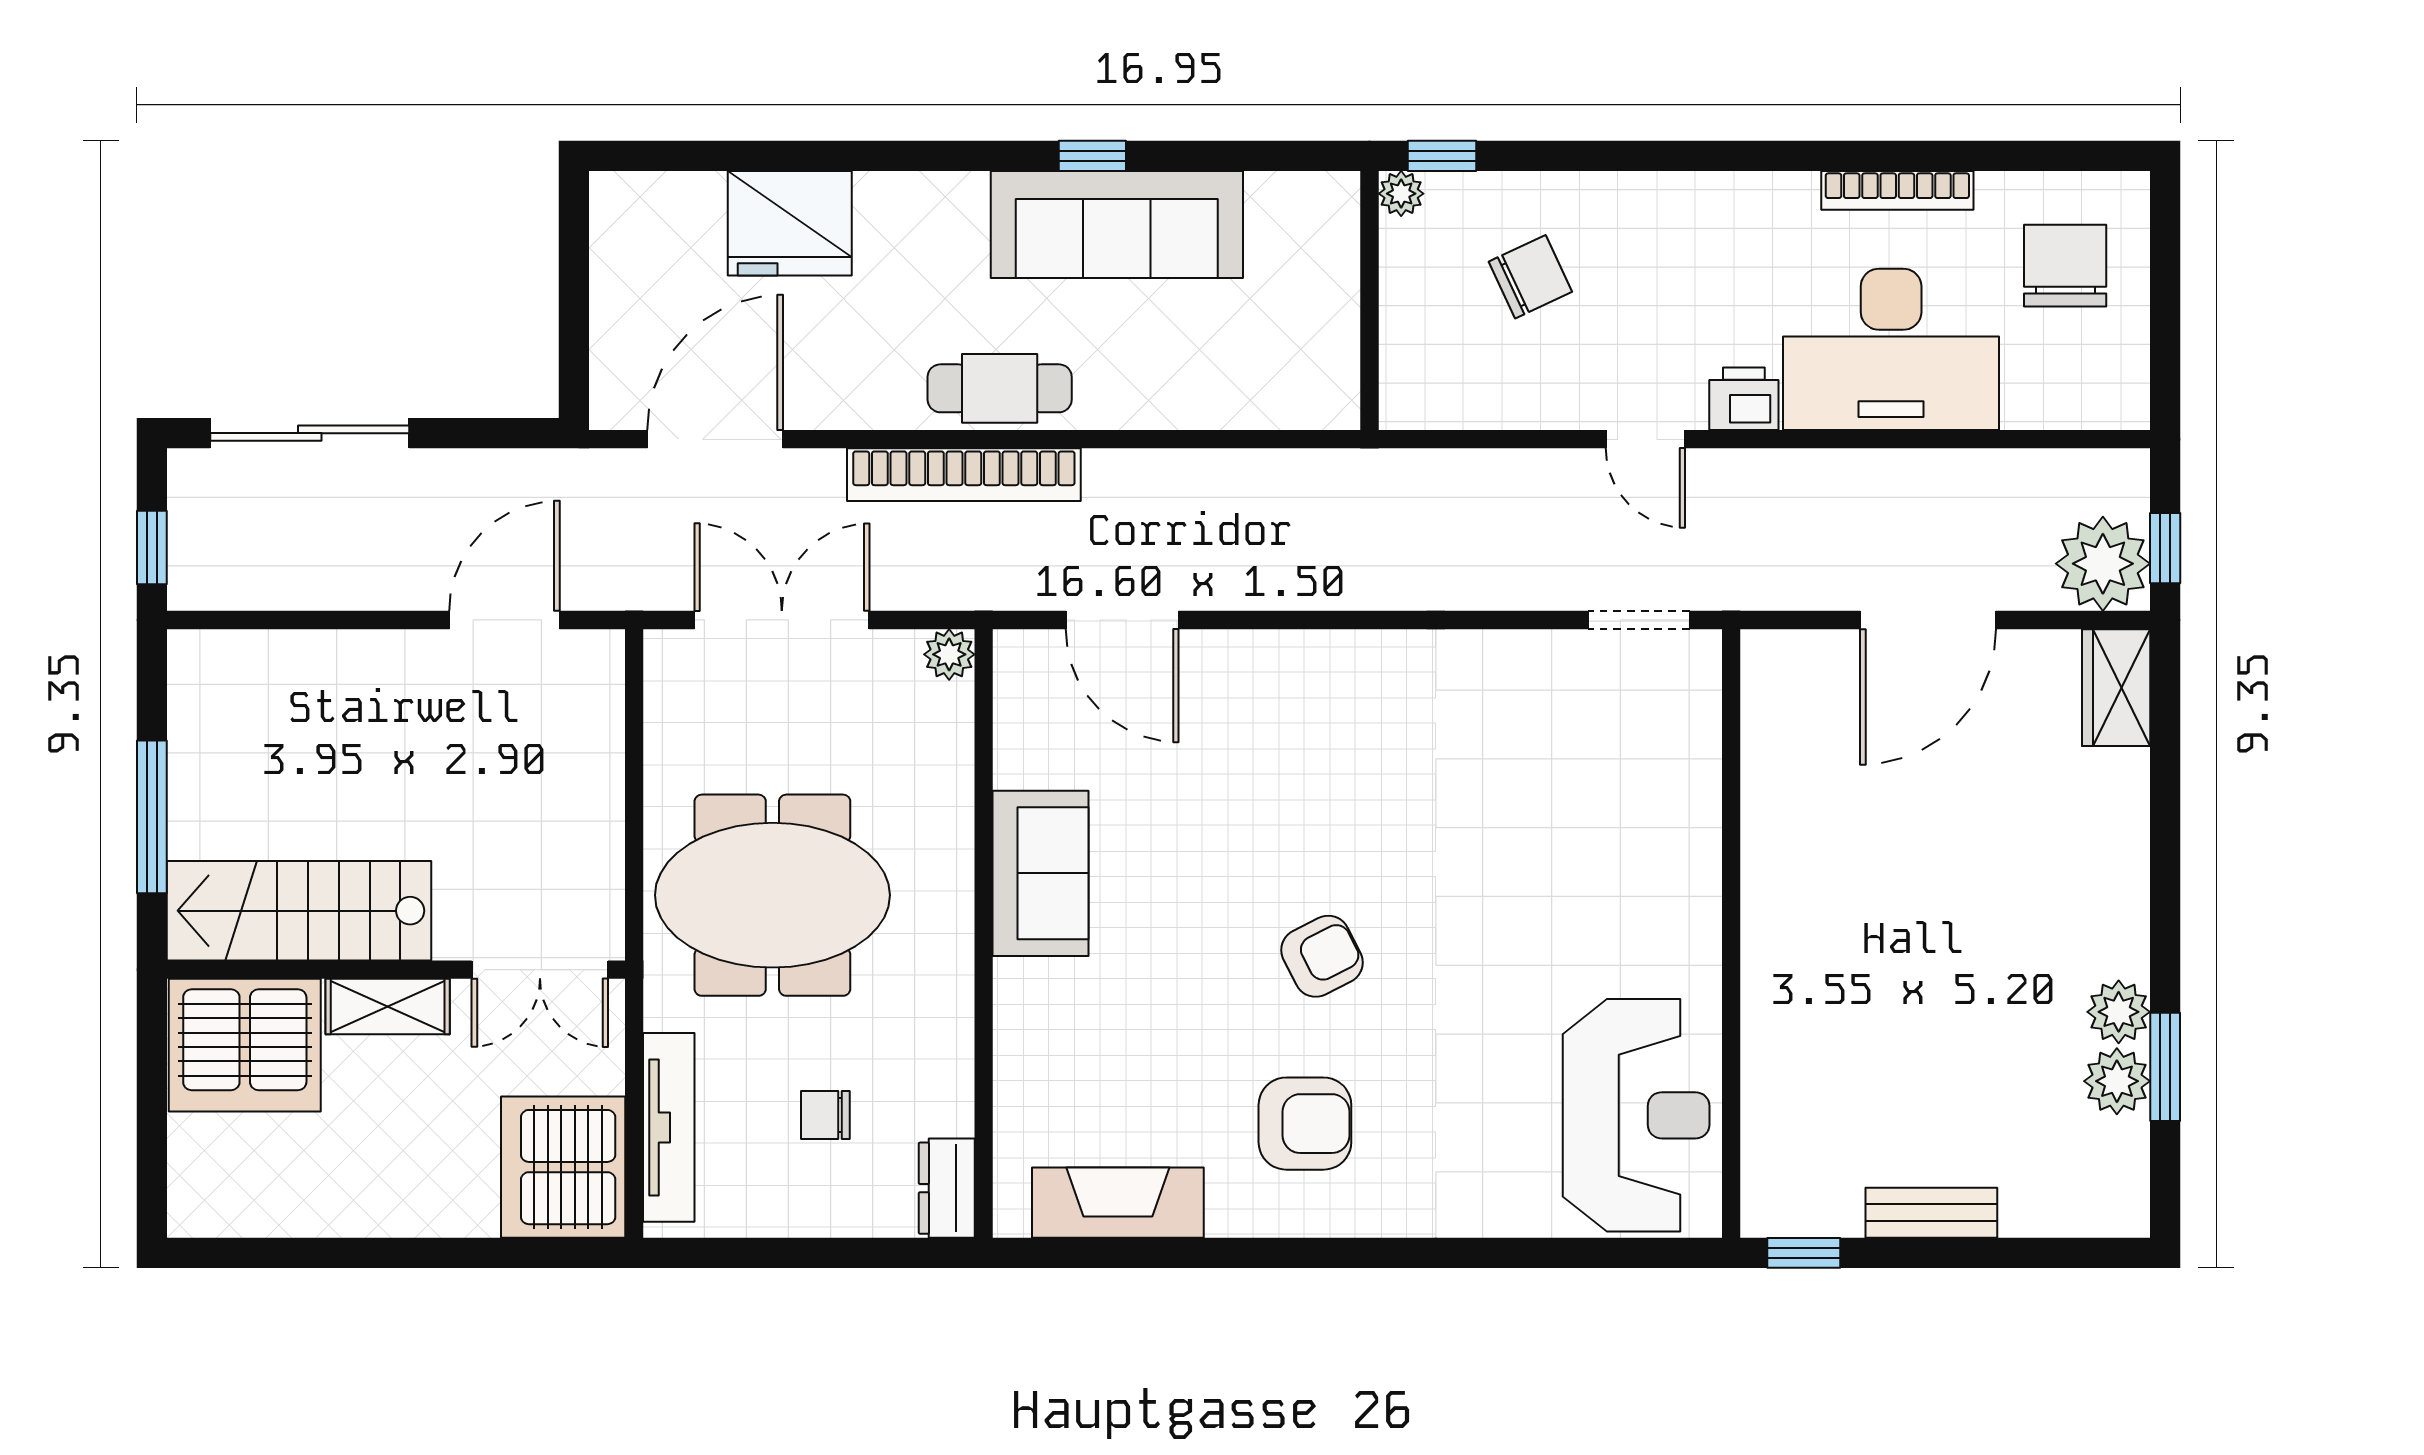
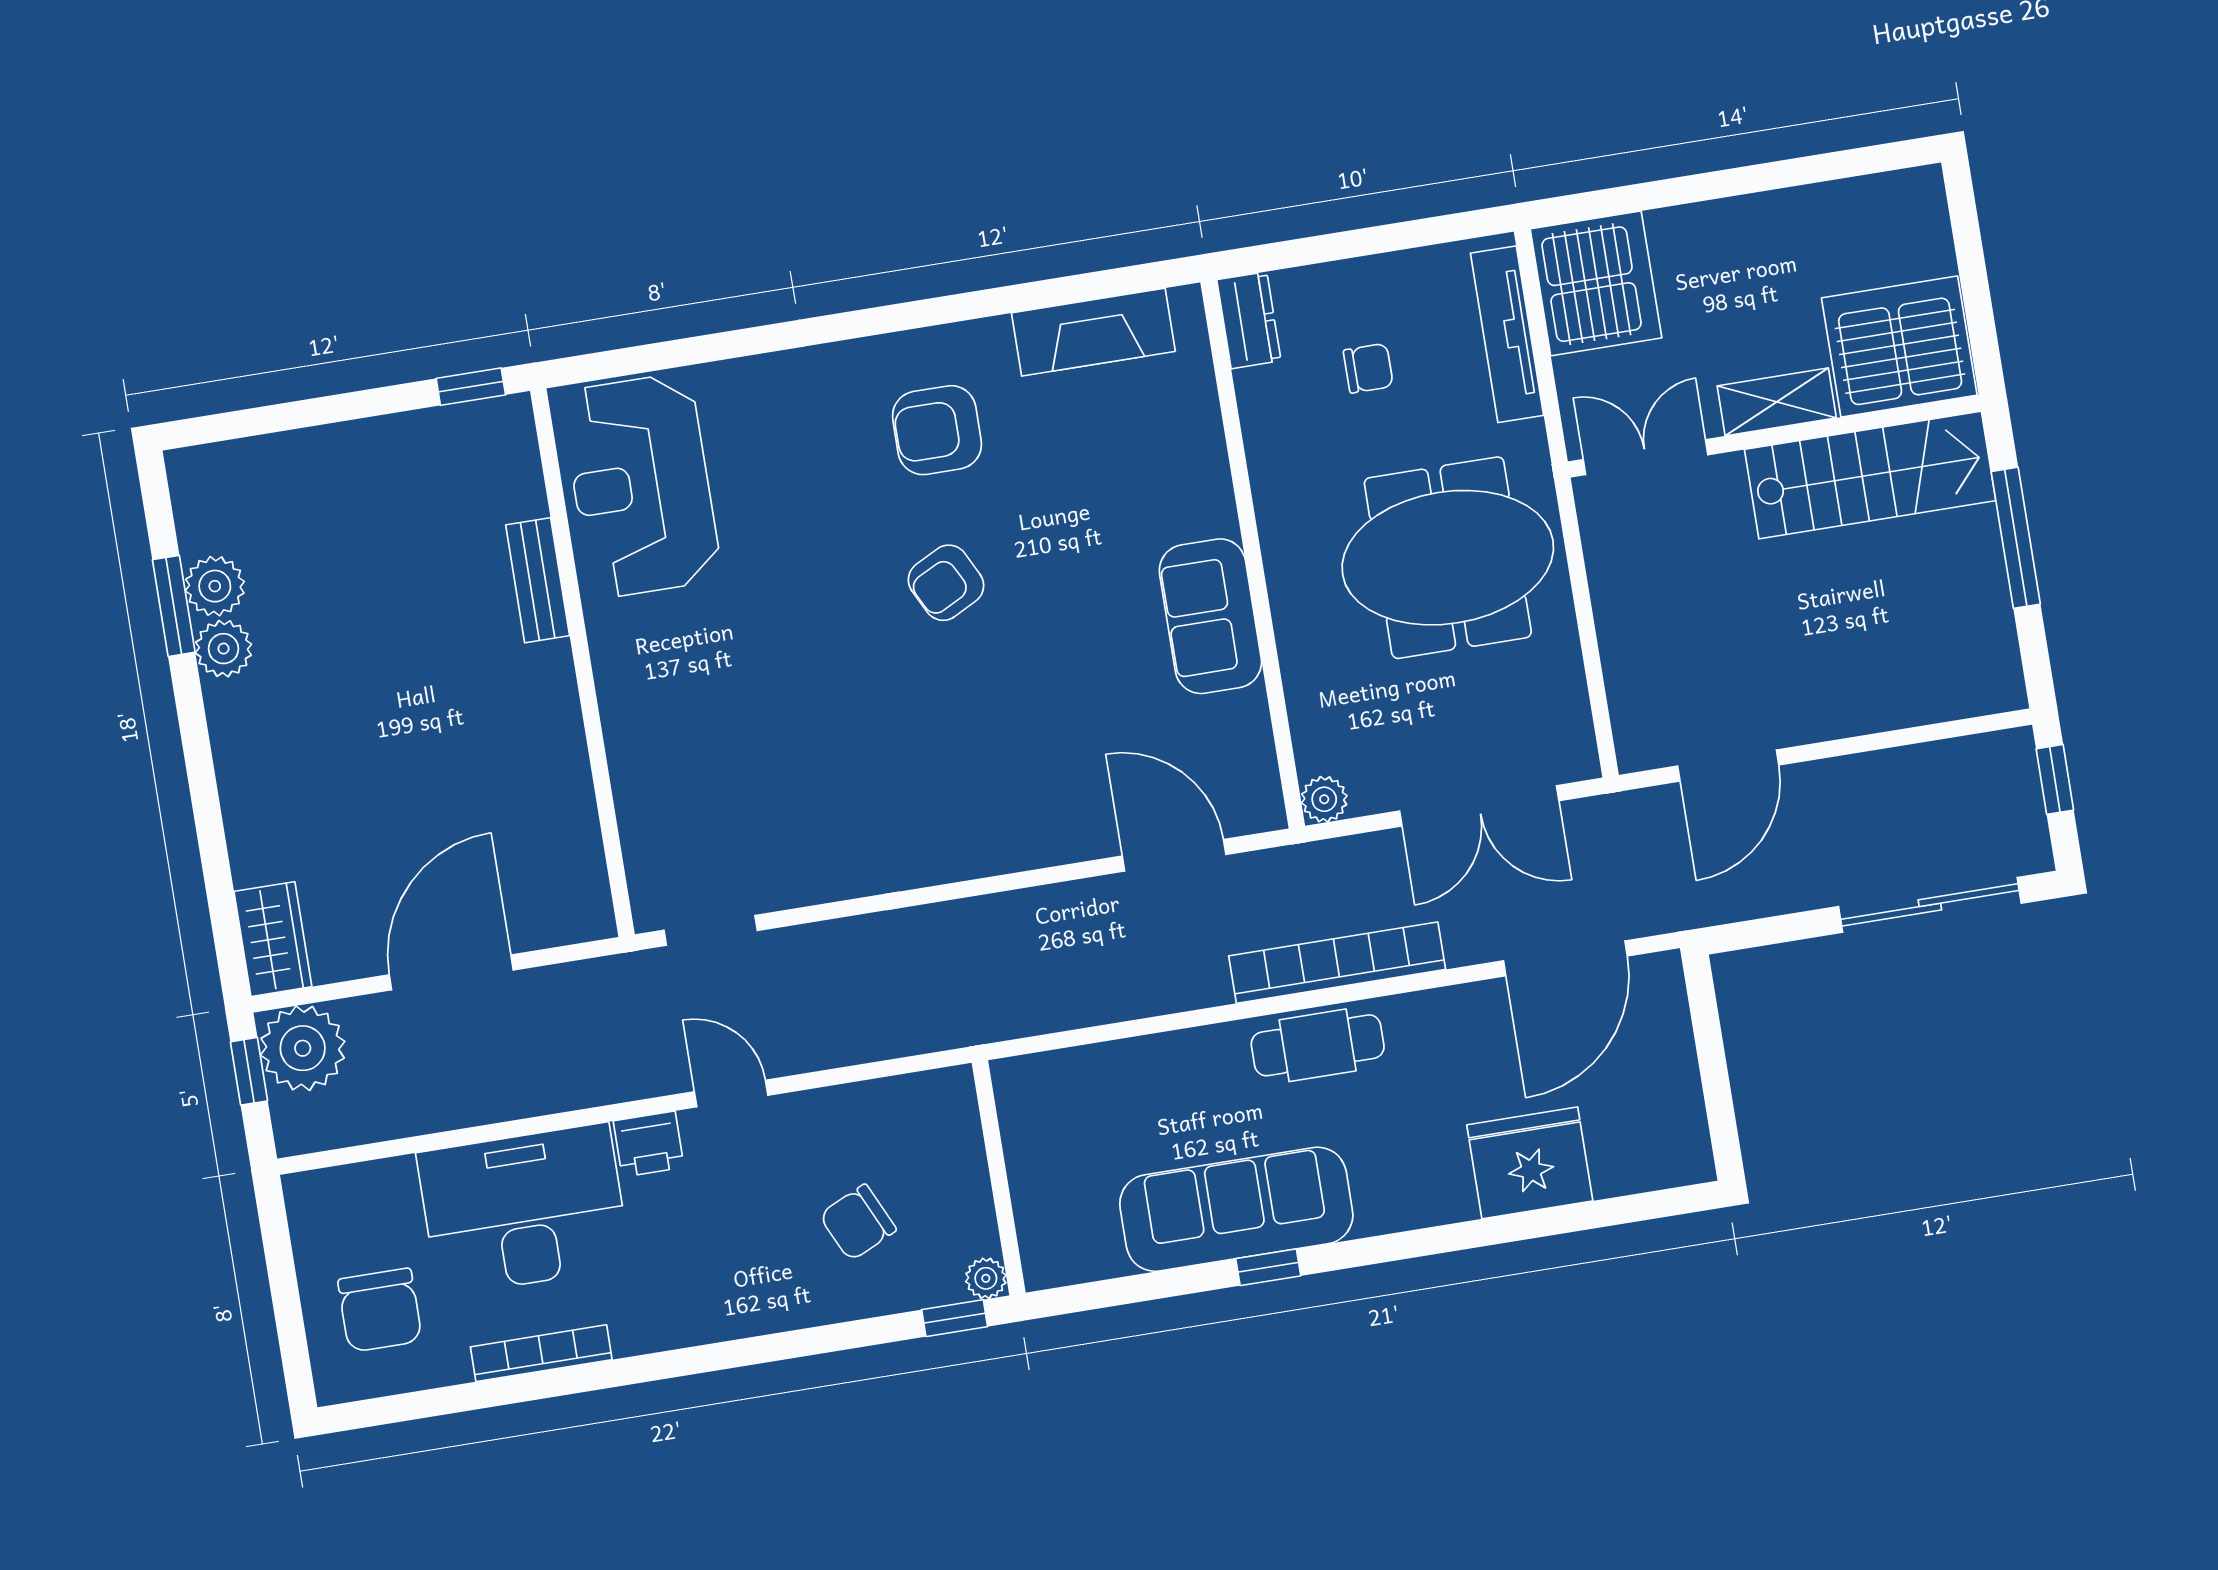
bench: (1931, 1213) -> (538, 580), moved, turned 90

